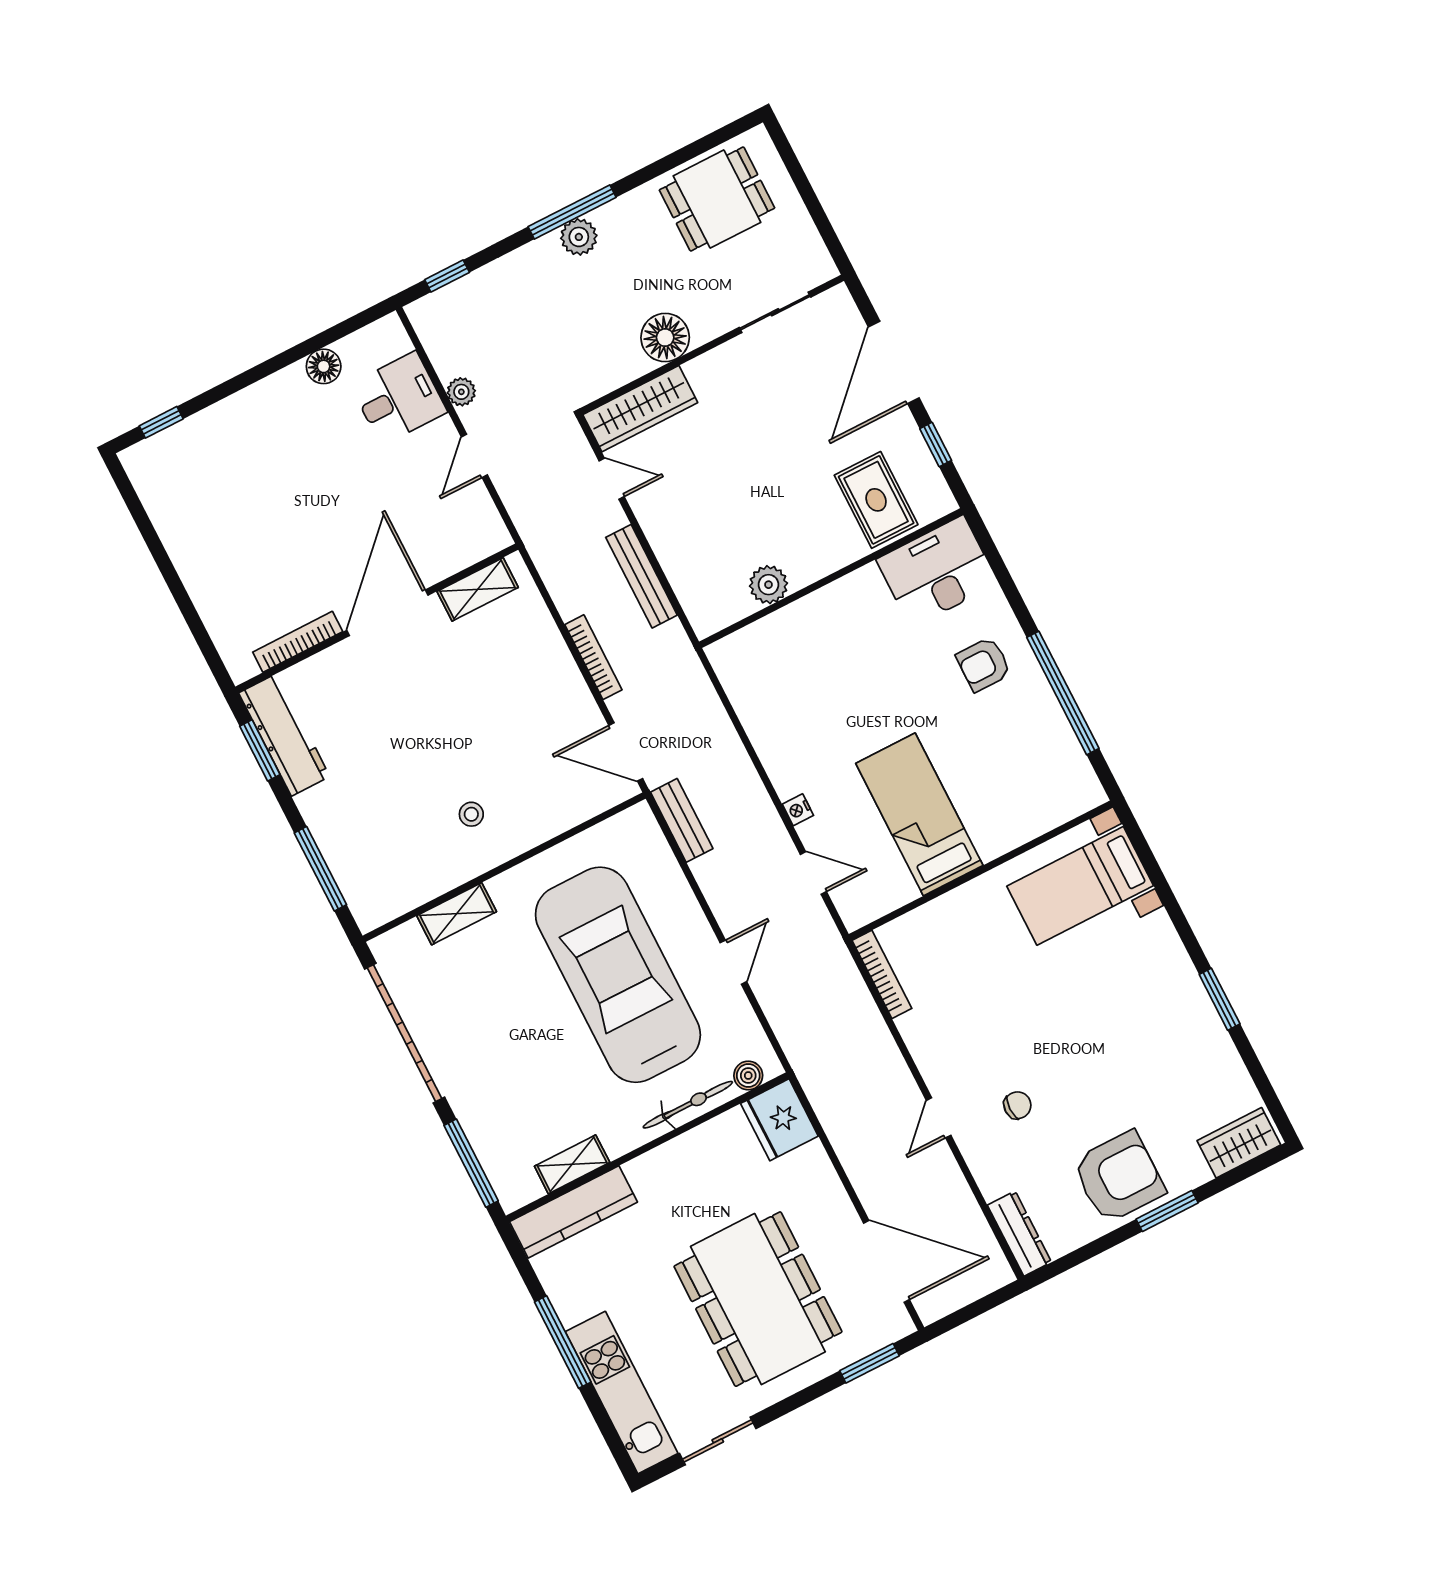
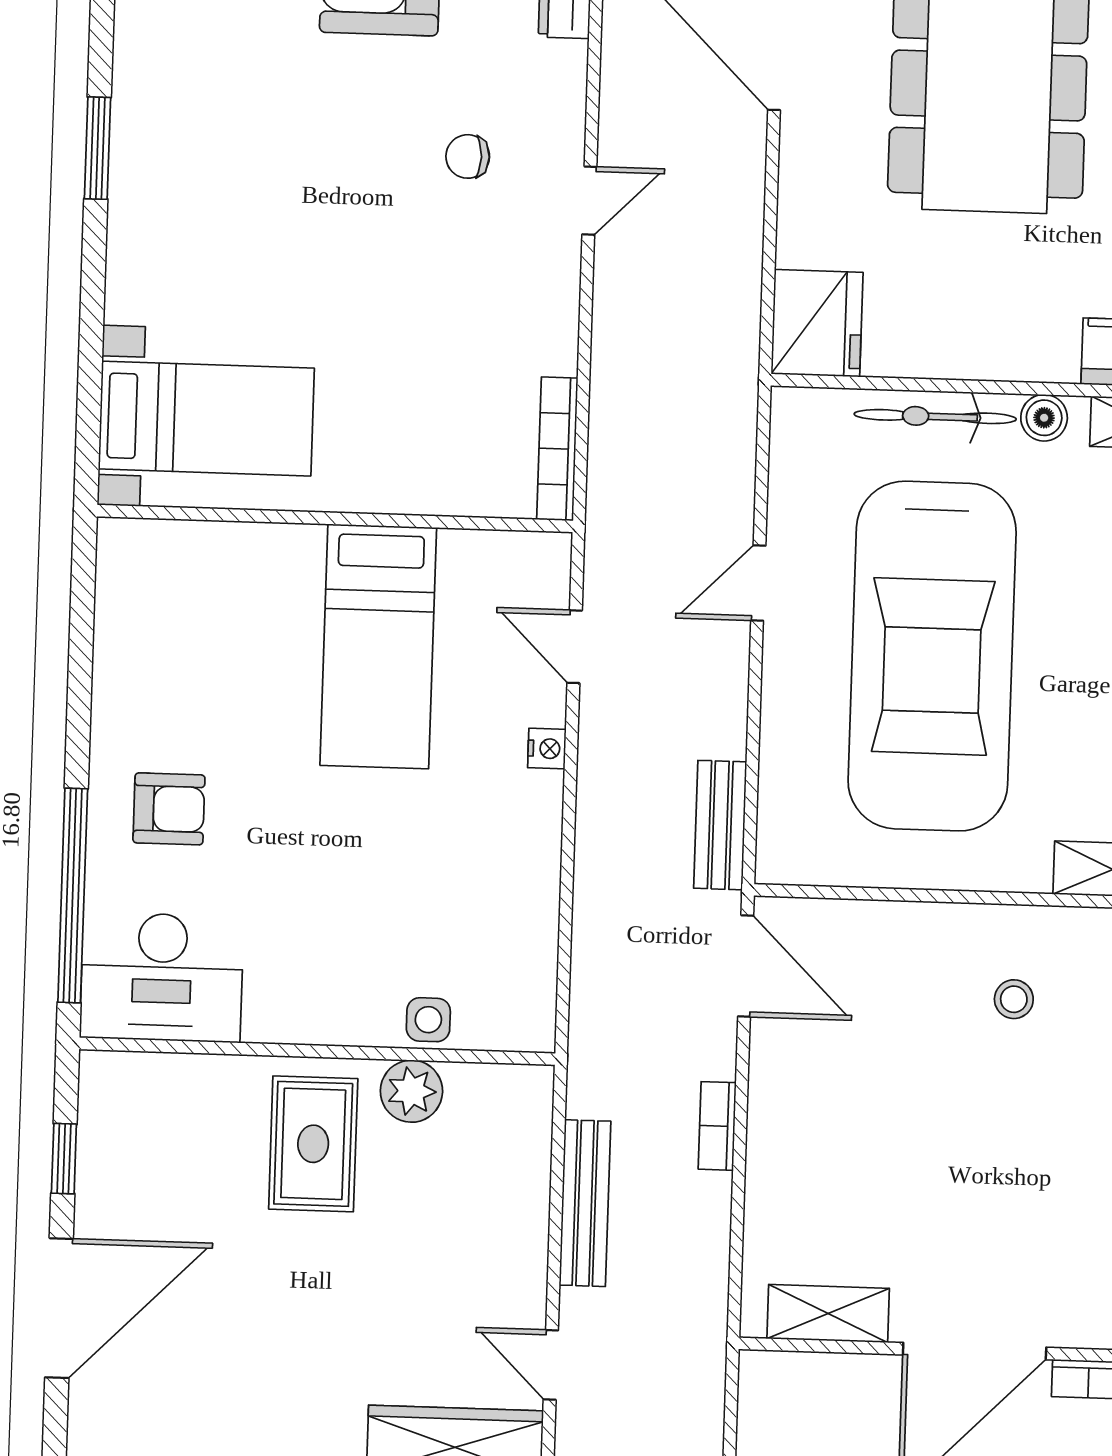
rug: (876, 500) -> (313, 1144), moved
side table: (781, 628) -> (428, 1020), added
bookcase: (593, 657) -> (717, 1126), width x0.64
window: (1063, 693) -> (73, 896), moved
boiler: (748, 1075) -> (1044, 418), moved

